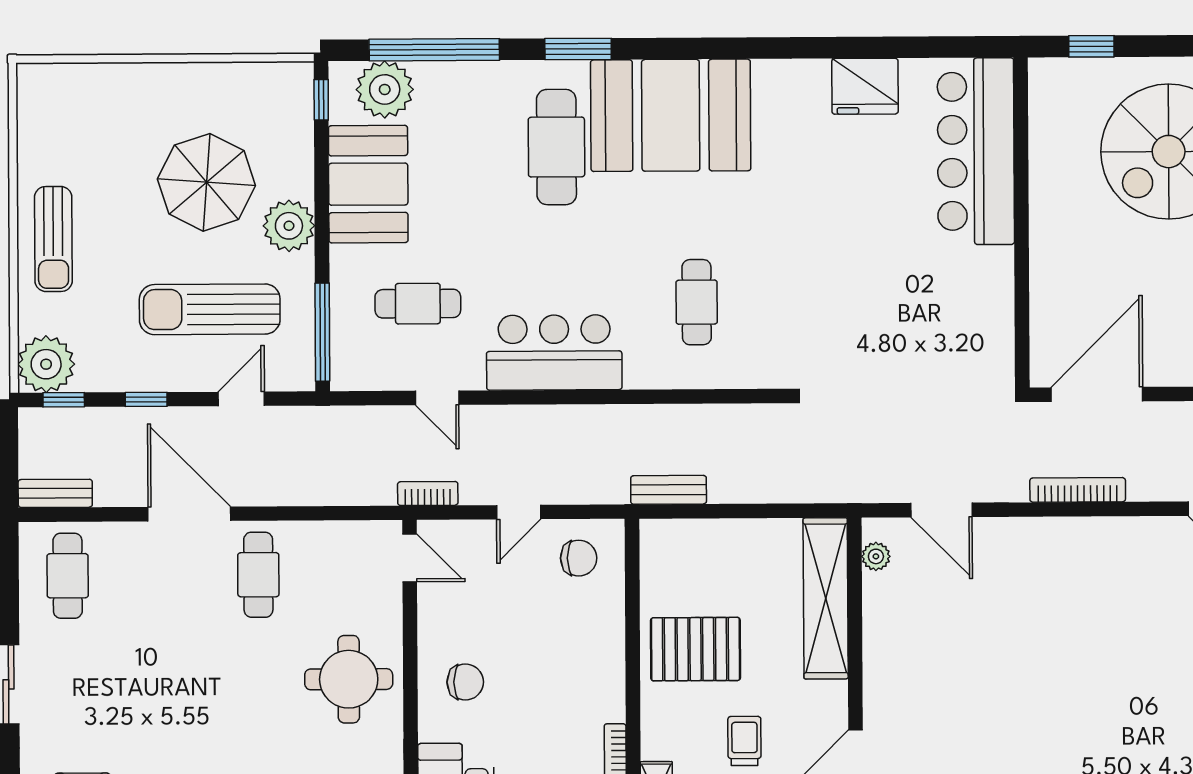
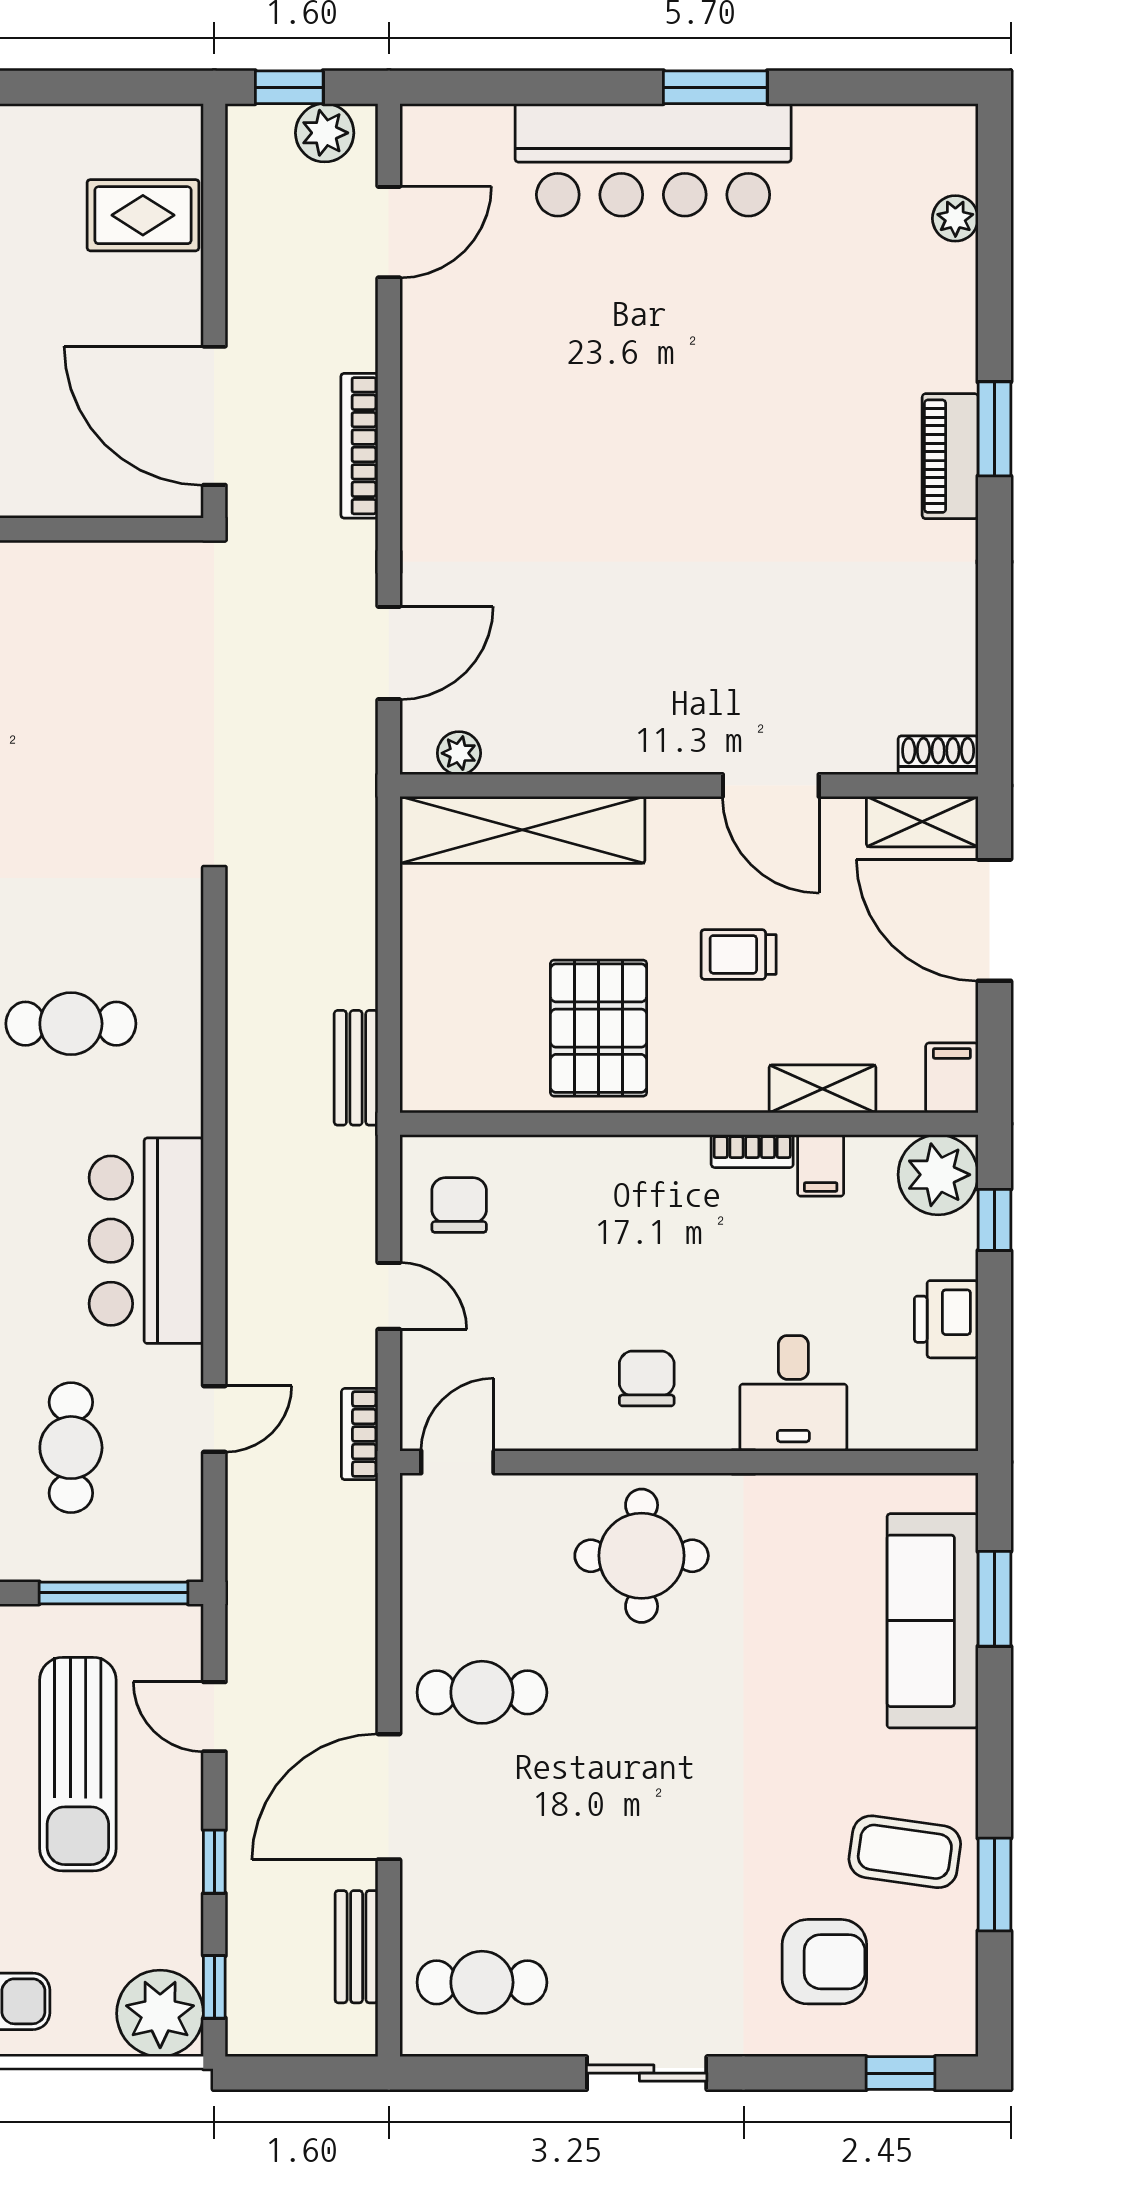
bench: (55, 493) -> (357, 1947), moved

